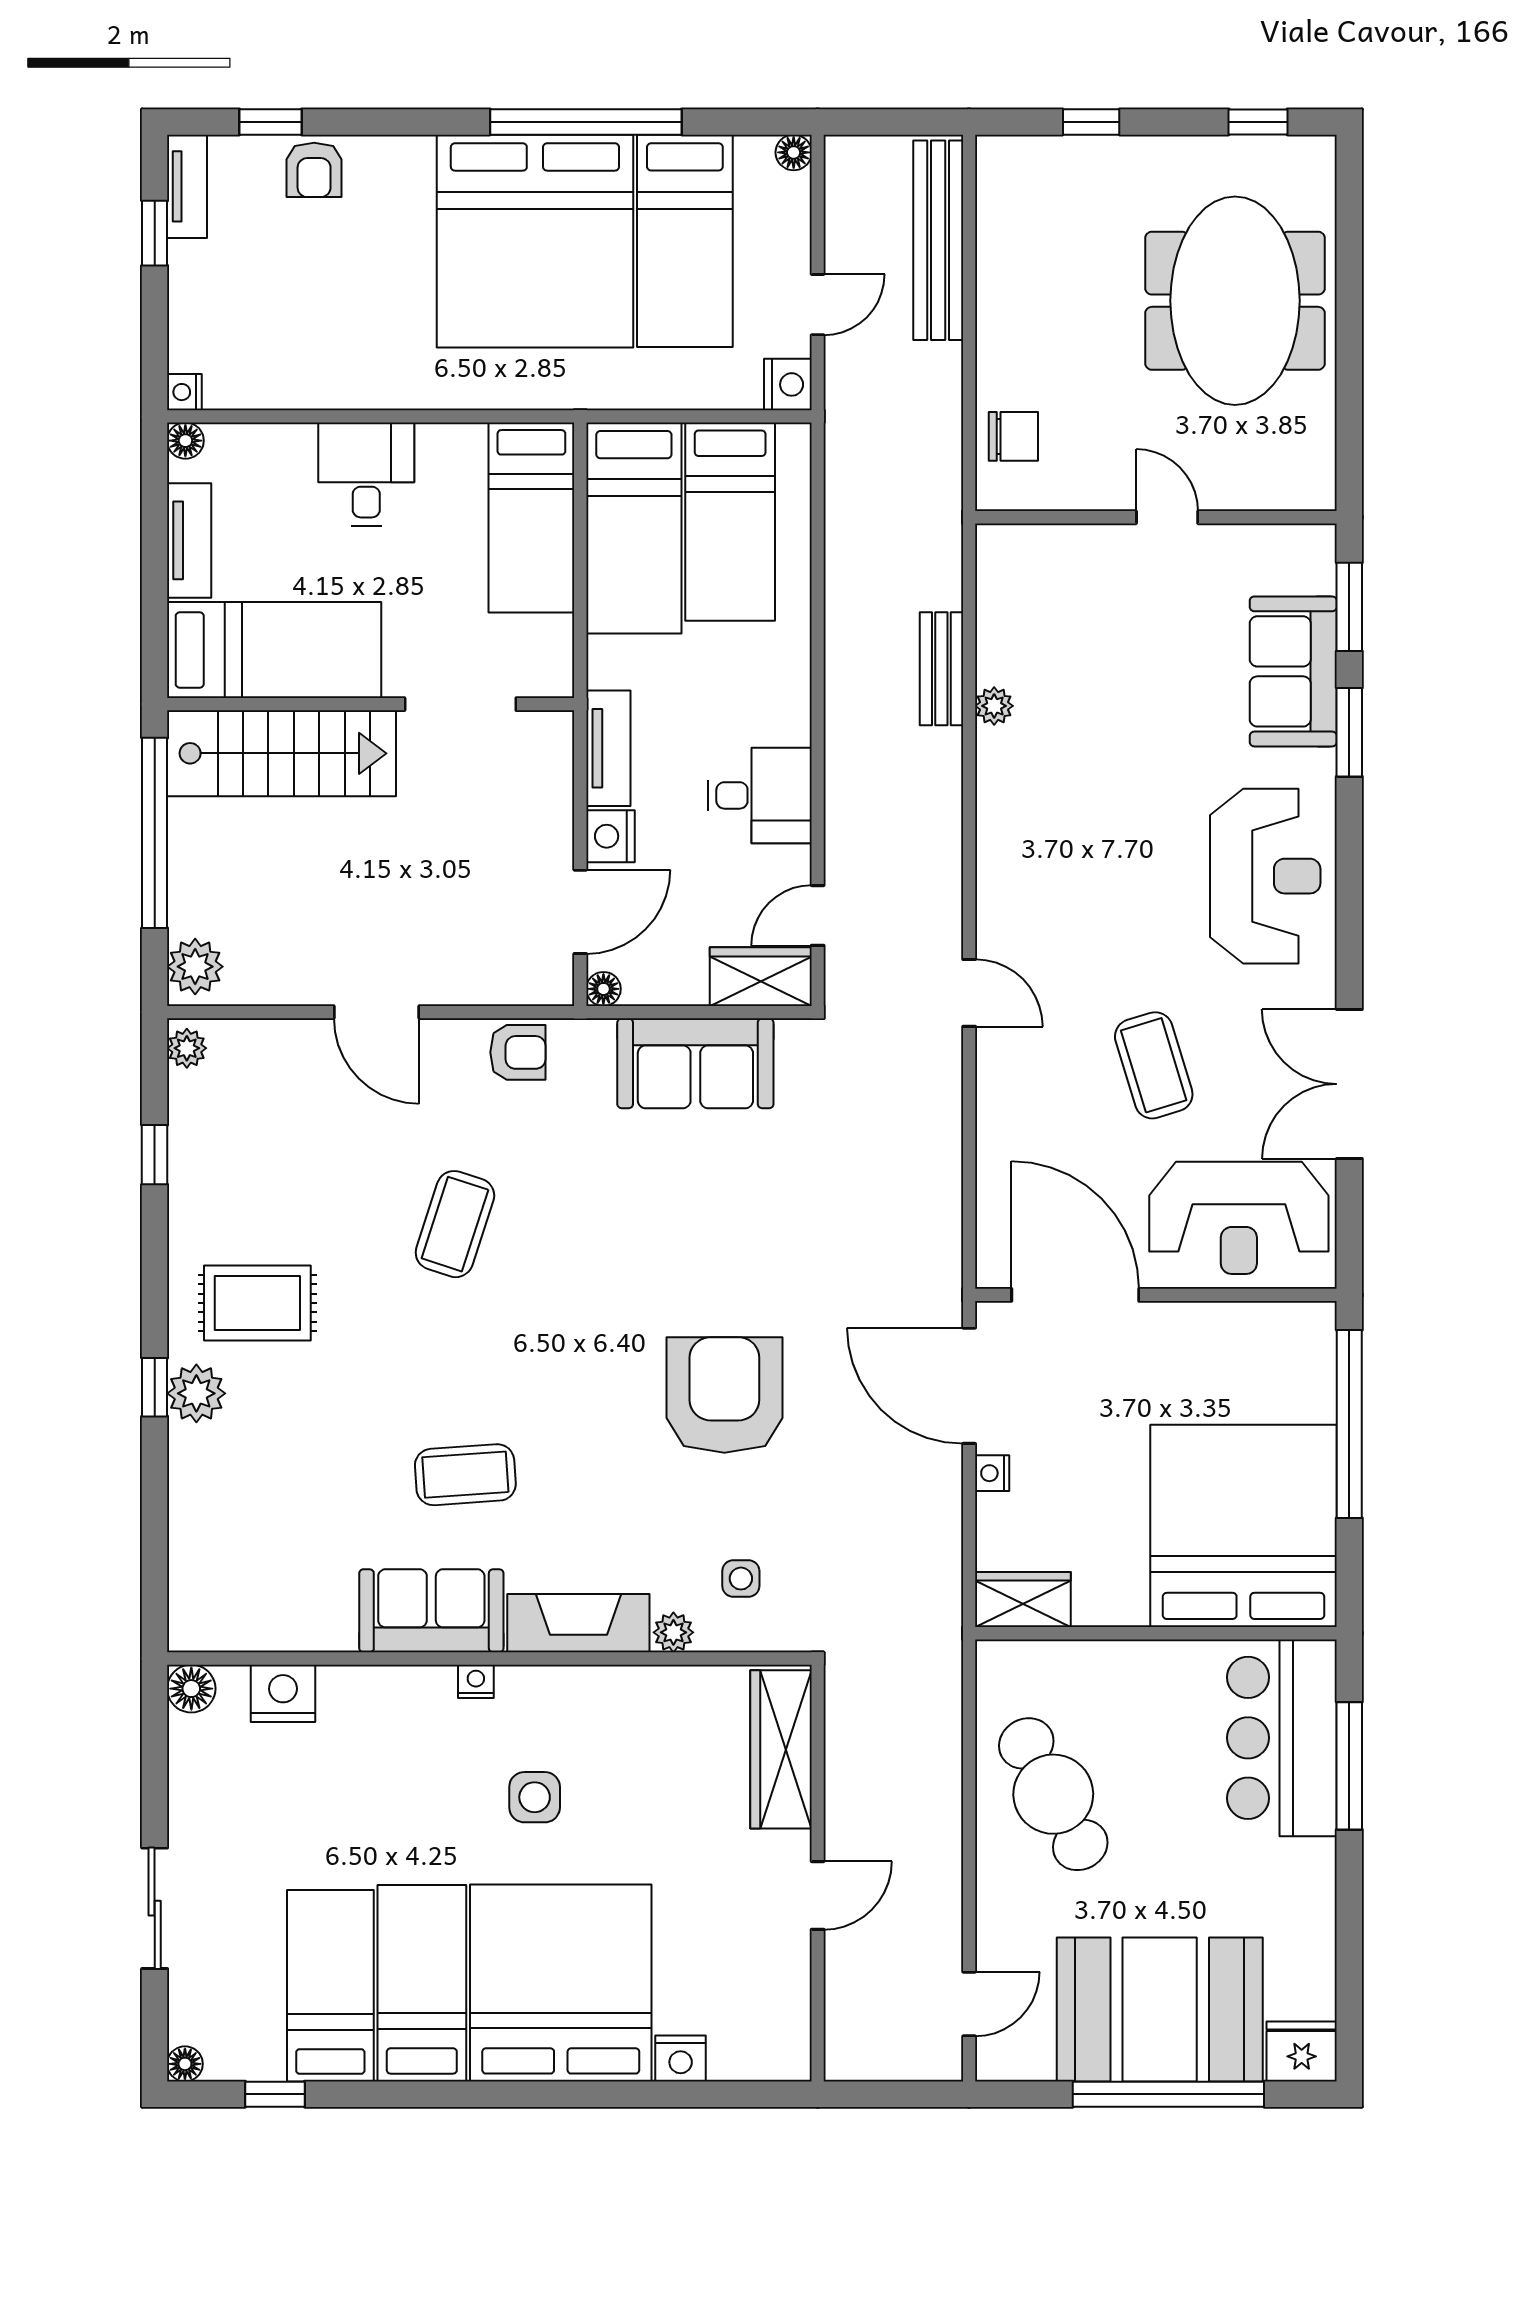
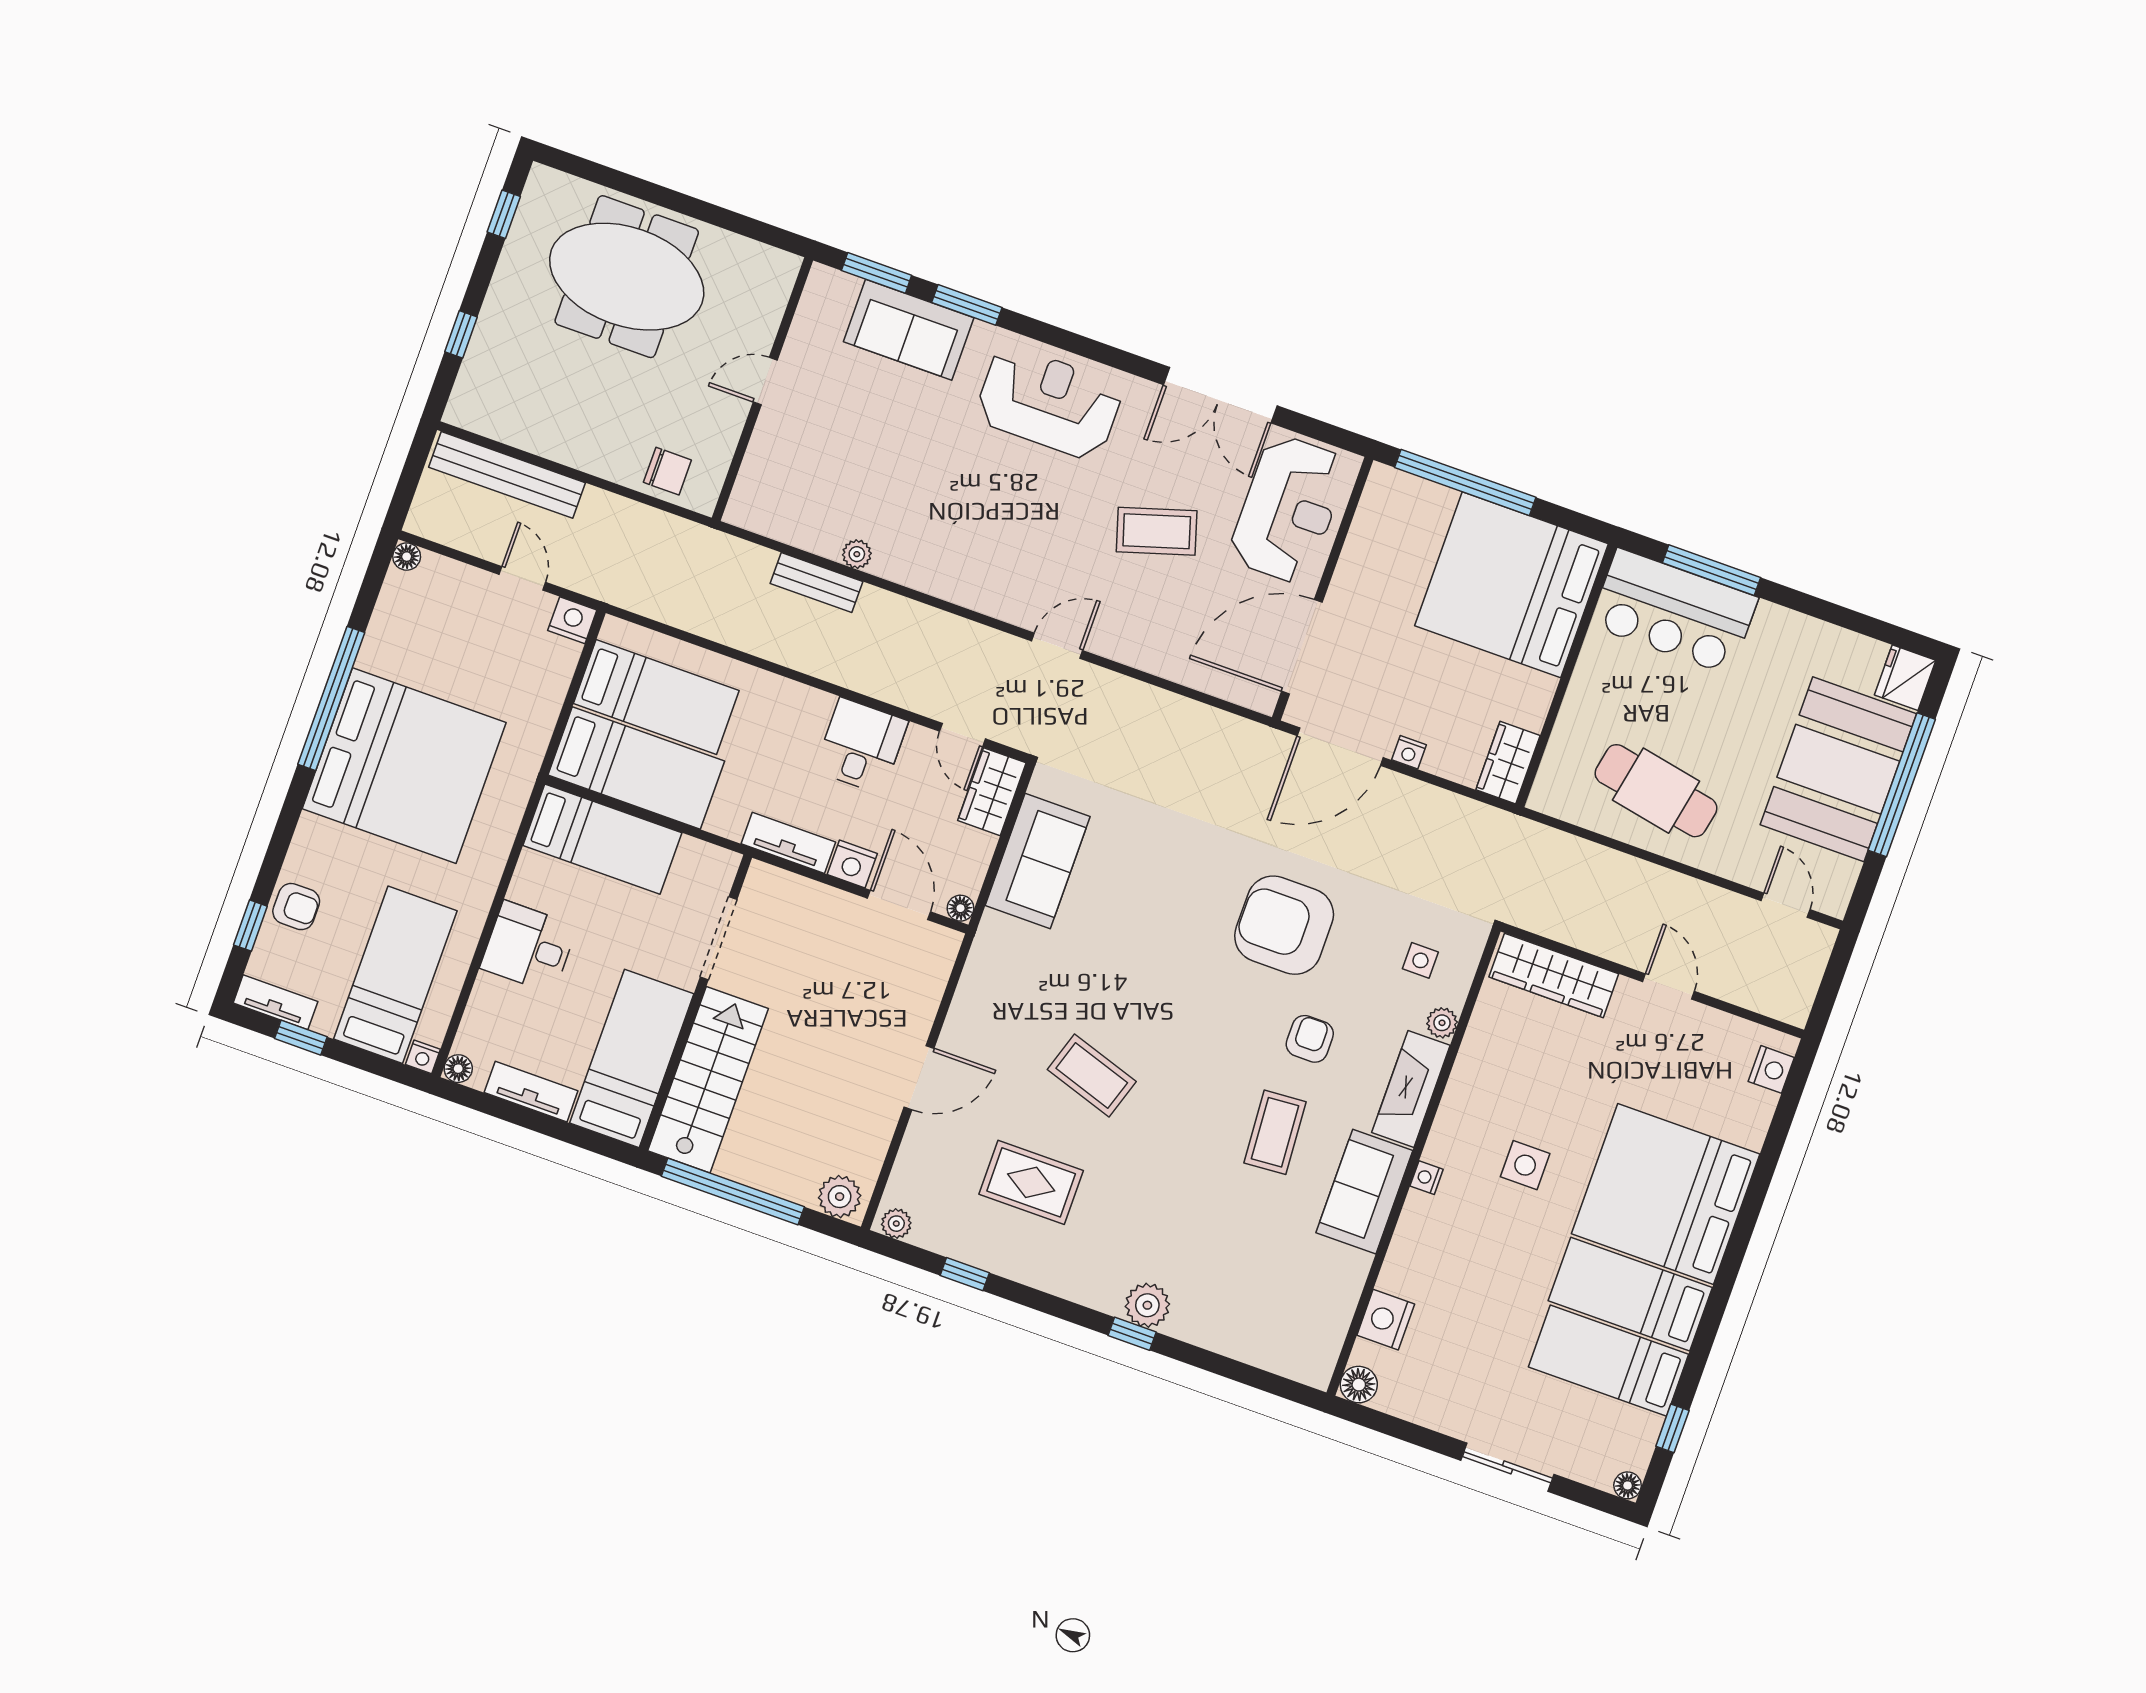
bed: (685, 241) -> (395, 975), moved, turned -90
chair: (1013, 436) -> (667, 471), turned 90
armchair: (518, 1052) -> (1310, 1039), moved
rug: (257, 1303) -> (1031, 1182), moved, turned 90
cafe table: (1053, 1794) -> (1656, 791), turned 39
nightstand: (681, 2059) -> (1771, 1069), moved

